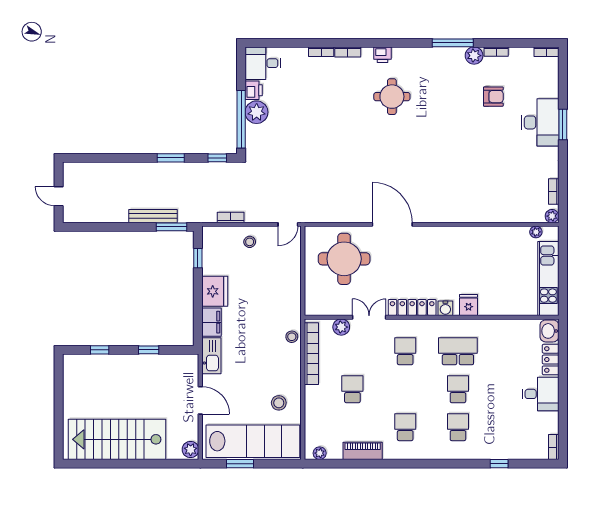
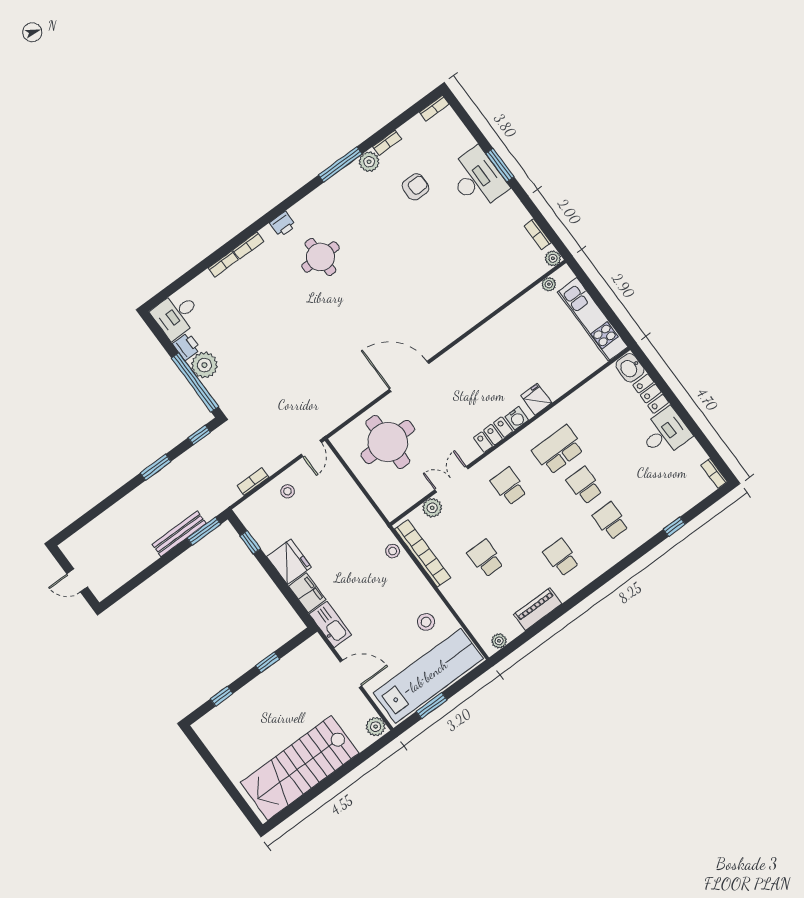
locker: (412, 307) -> (493, 435), width x0.66

